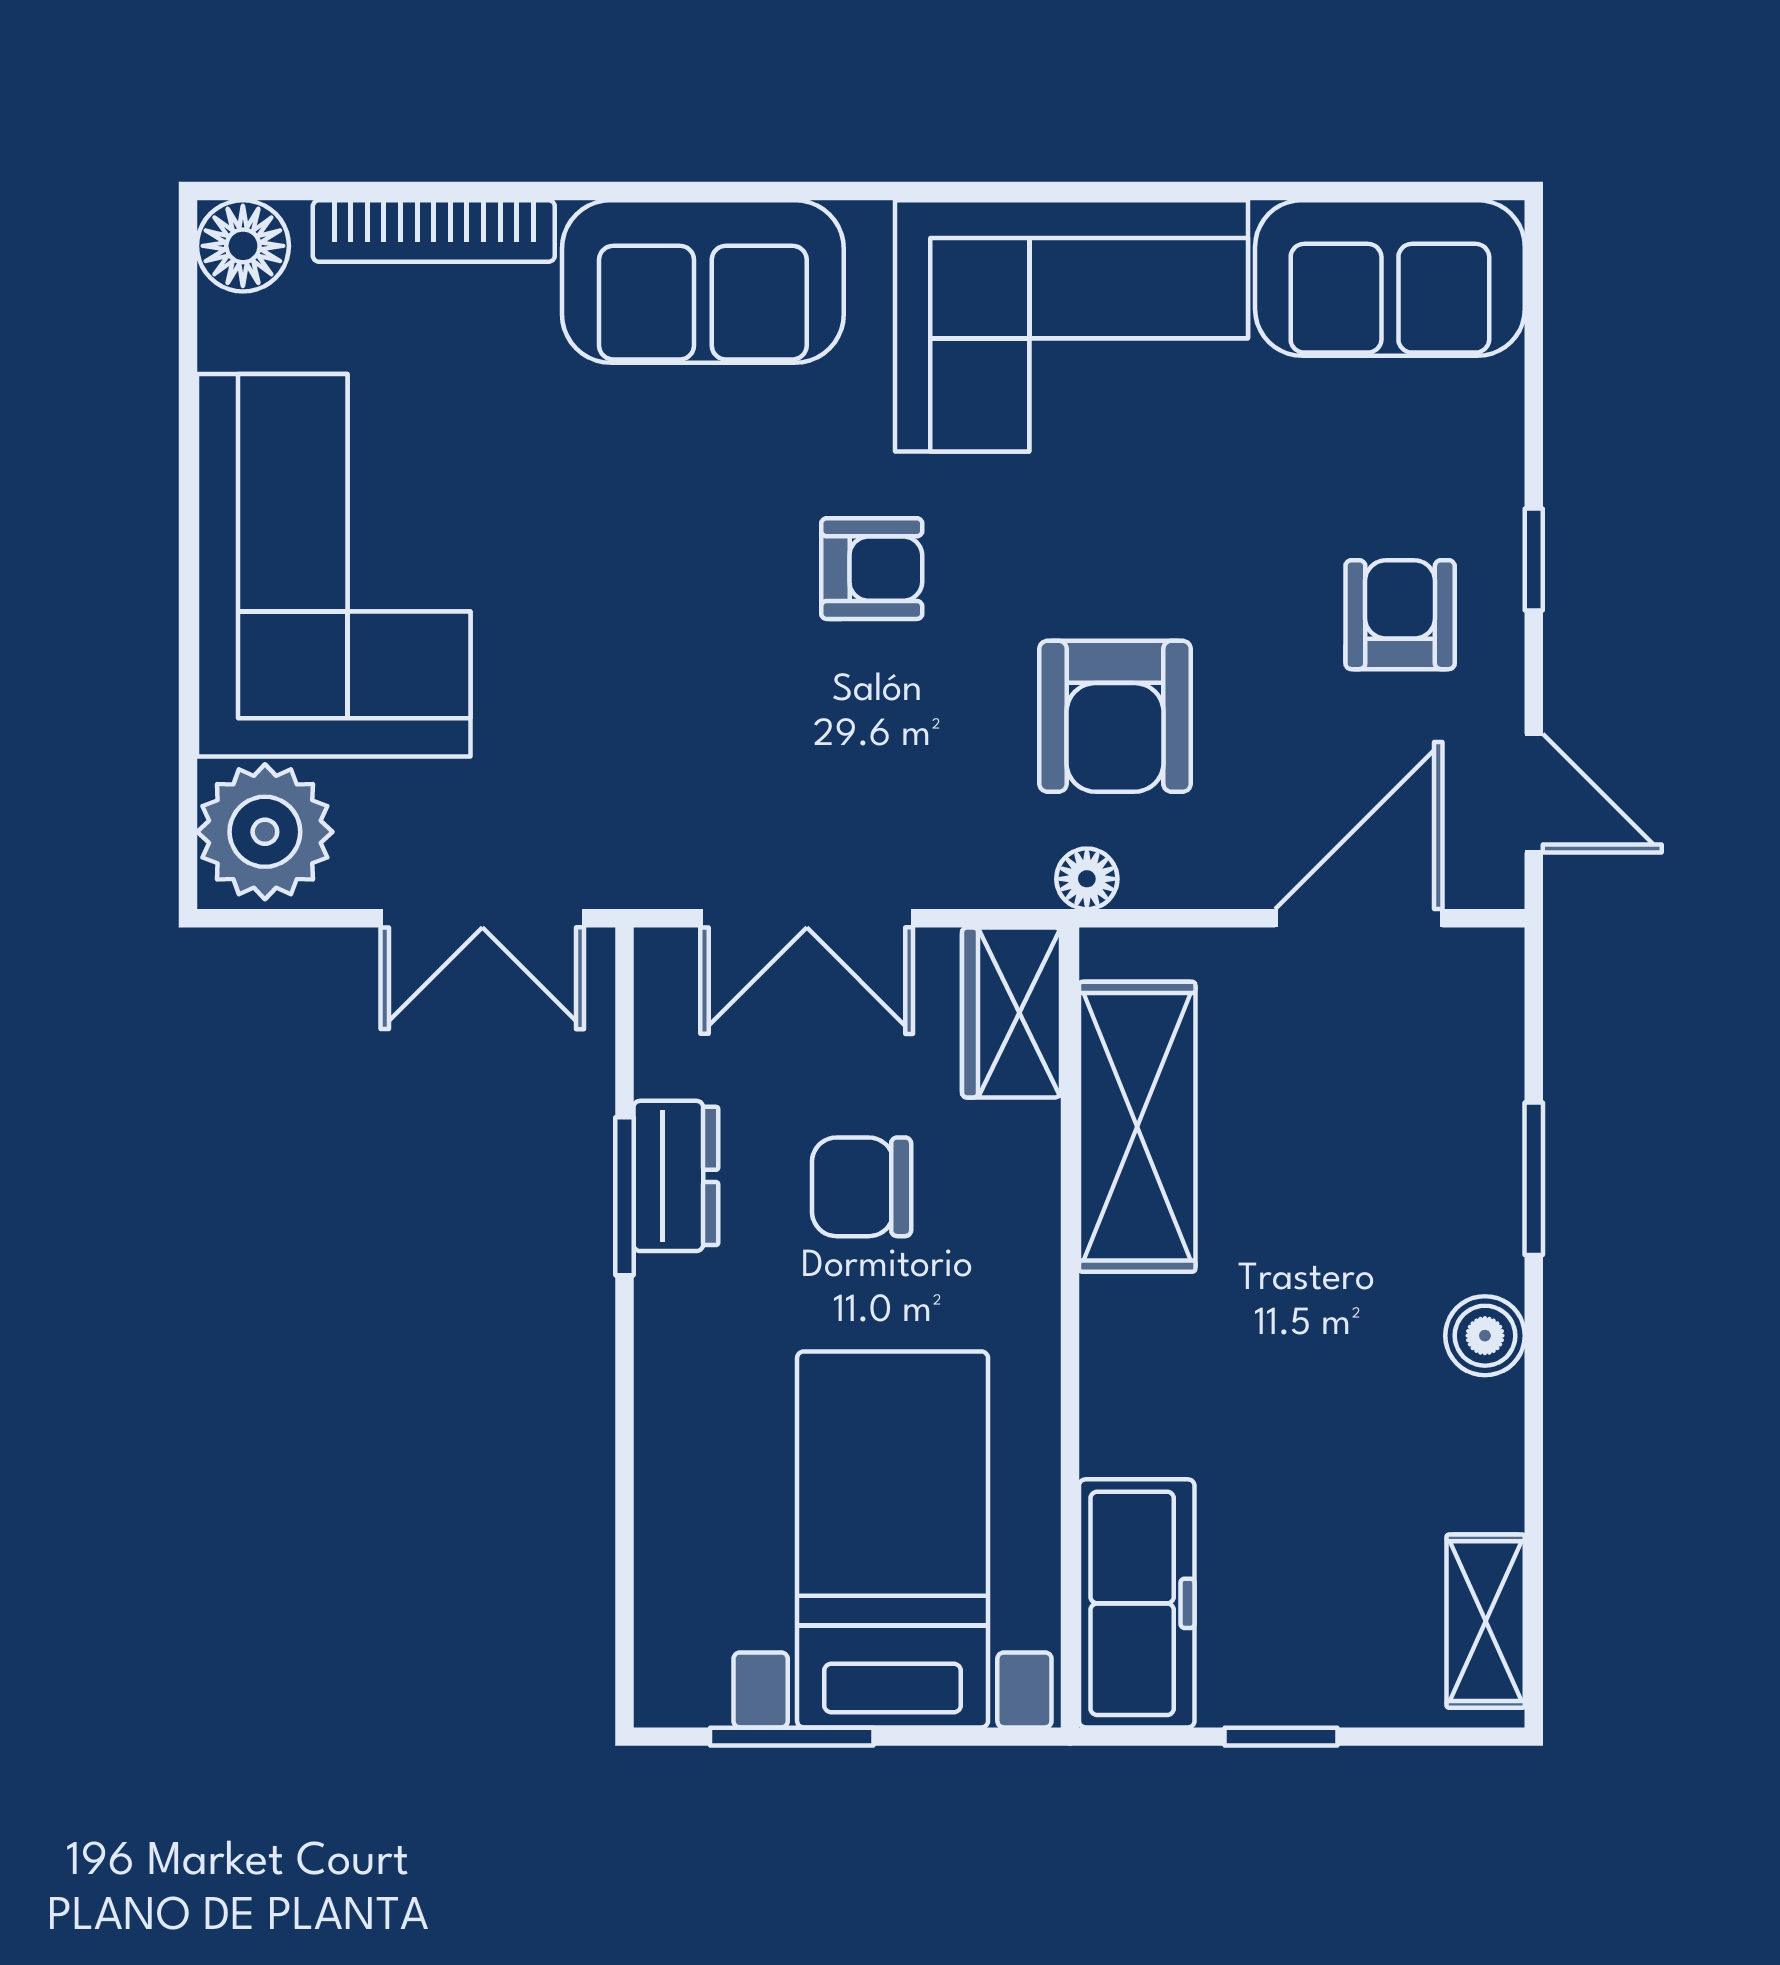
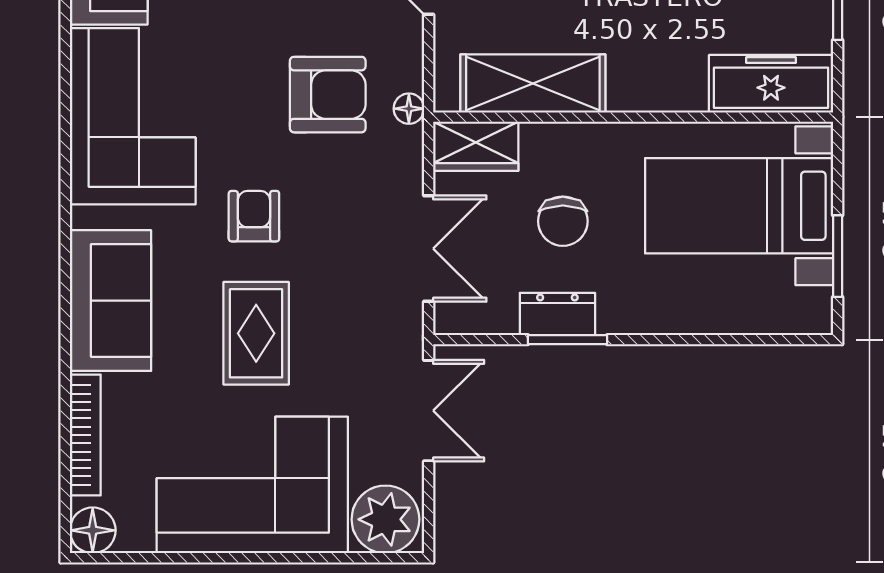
rug: (637, 573) -> (256, 333), added

